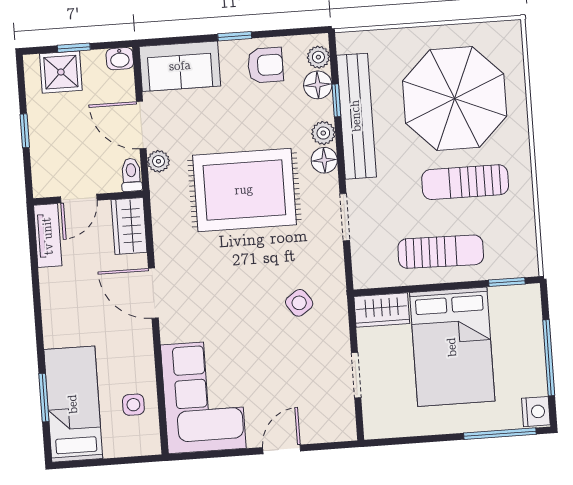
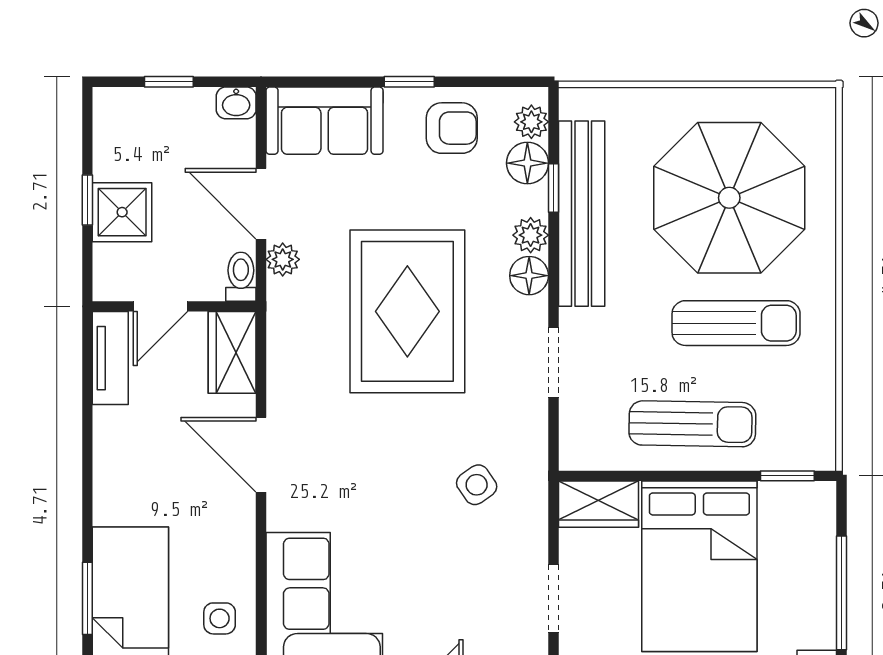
shower: (61, 72) -> (122, 212), moved
sun lounger: (465, 182) -> (736, 323), turned 180
rug: (244, 190) -> (407, 311), turned 90

